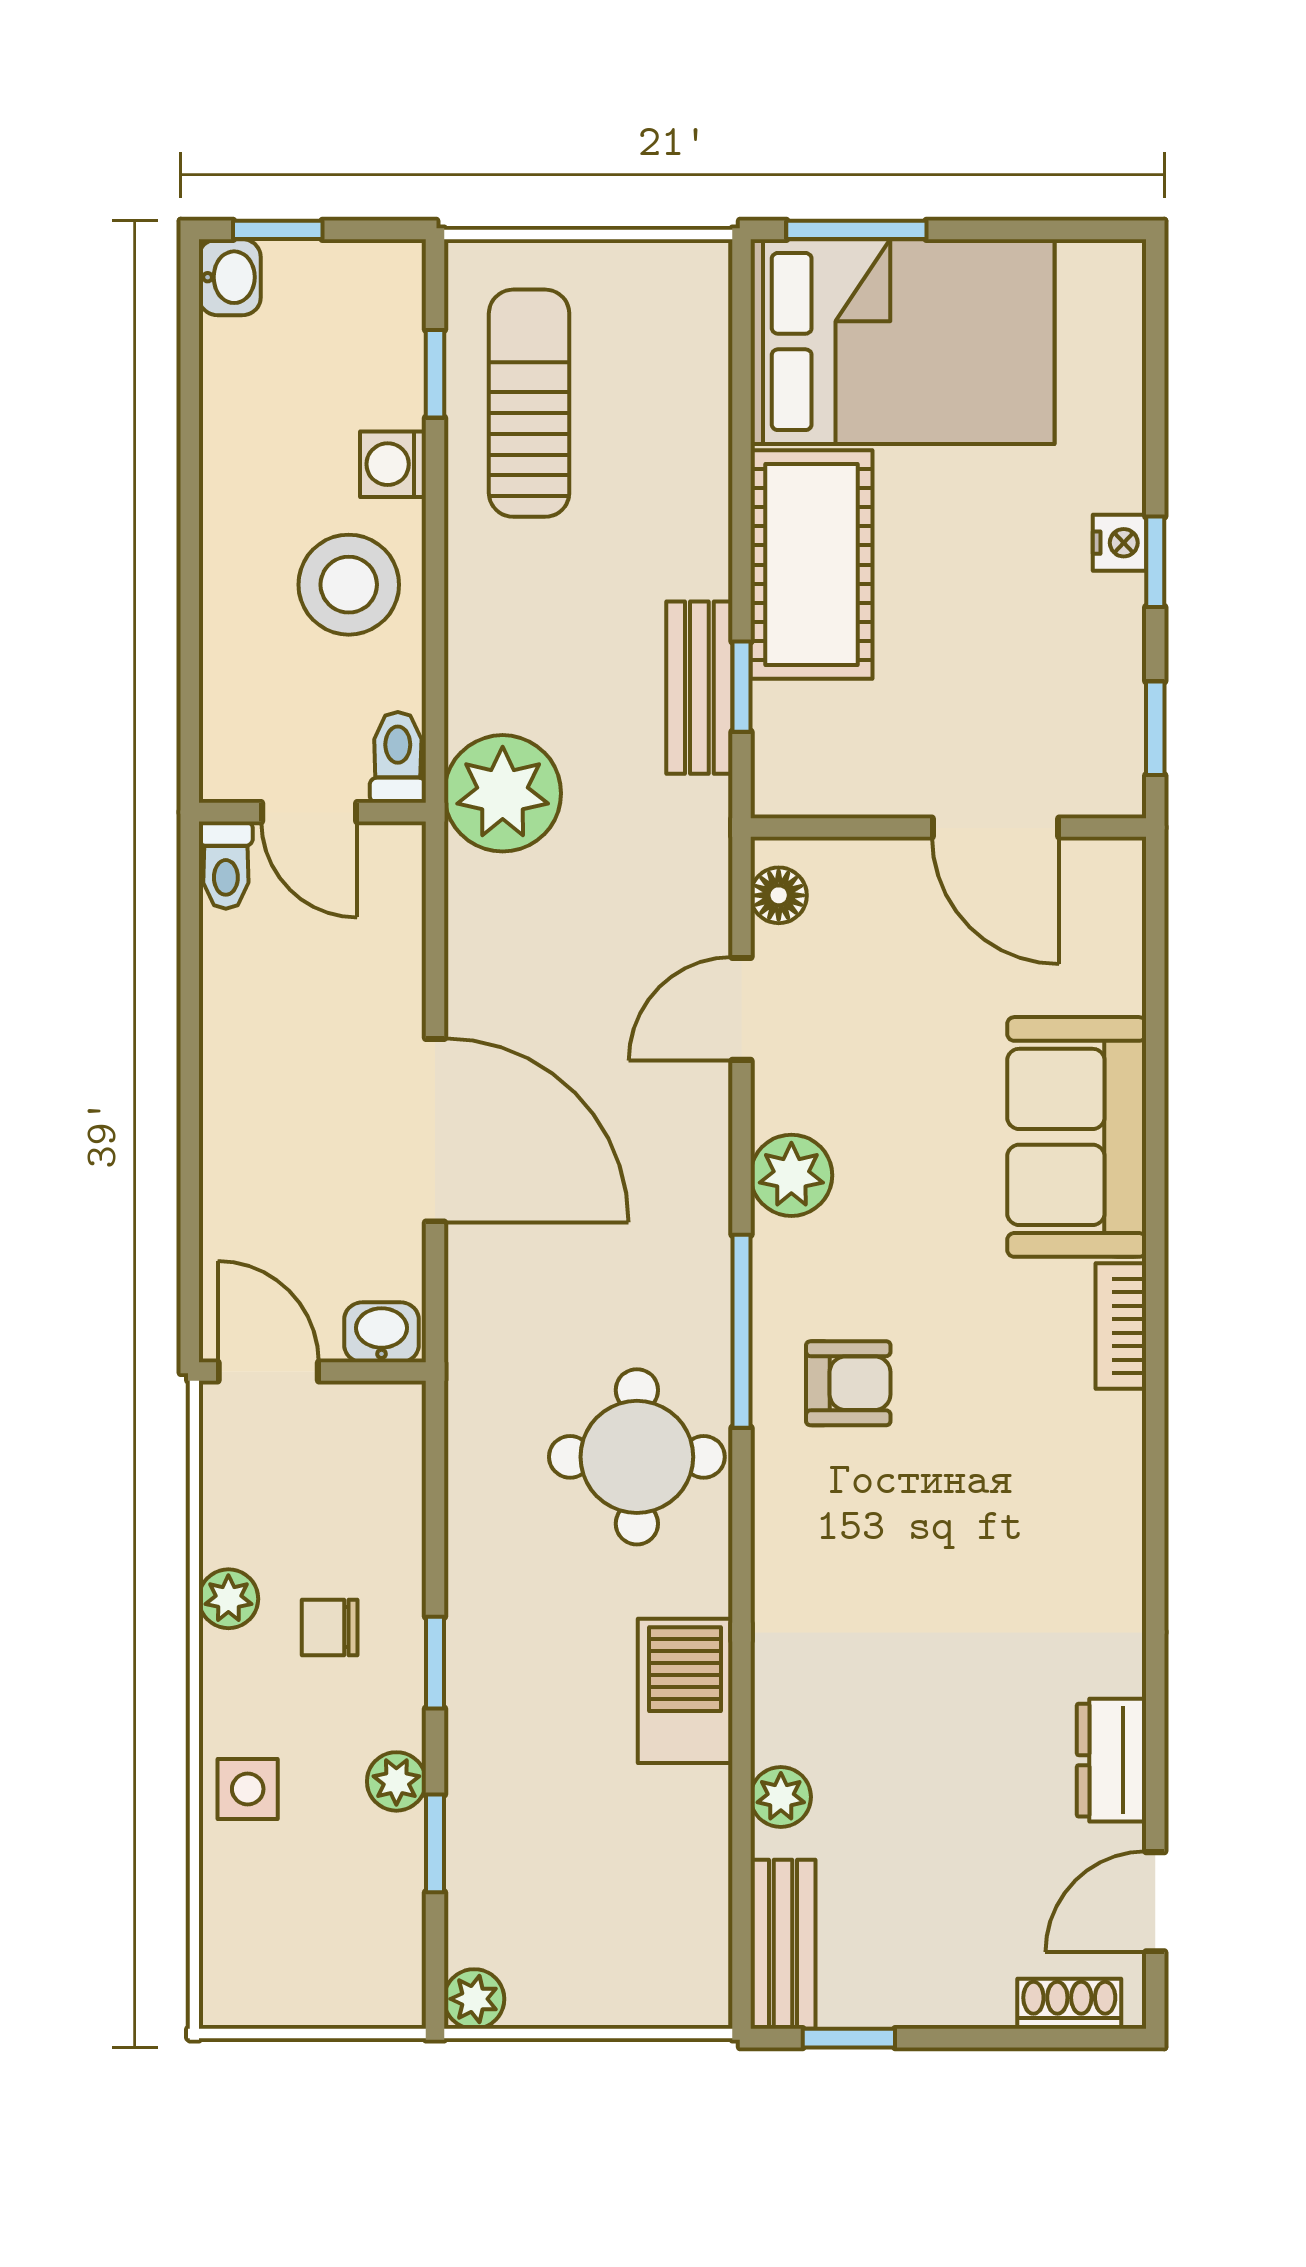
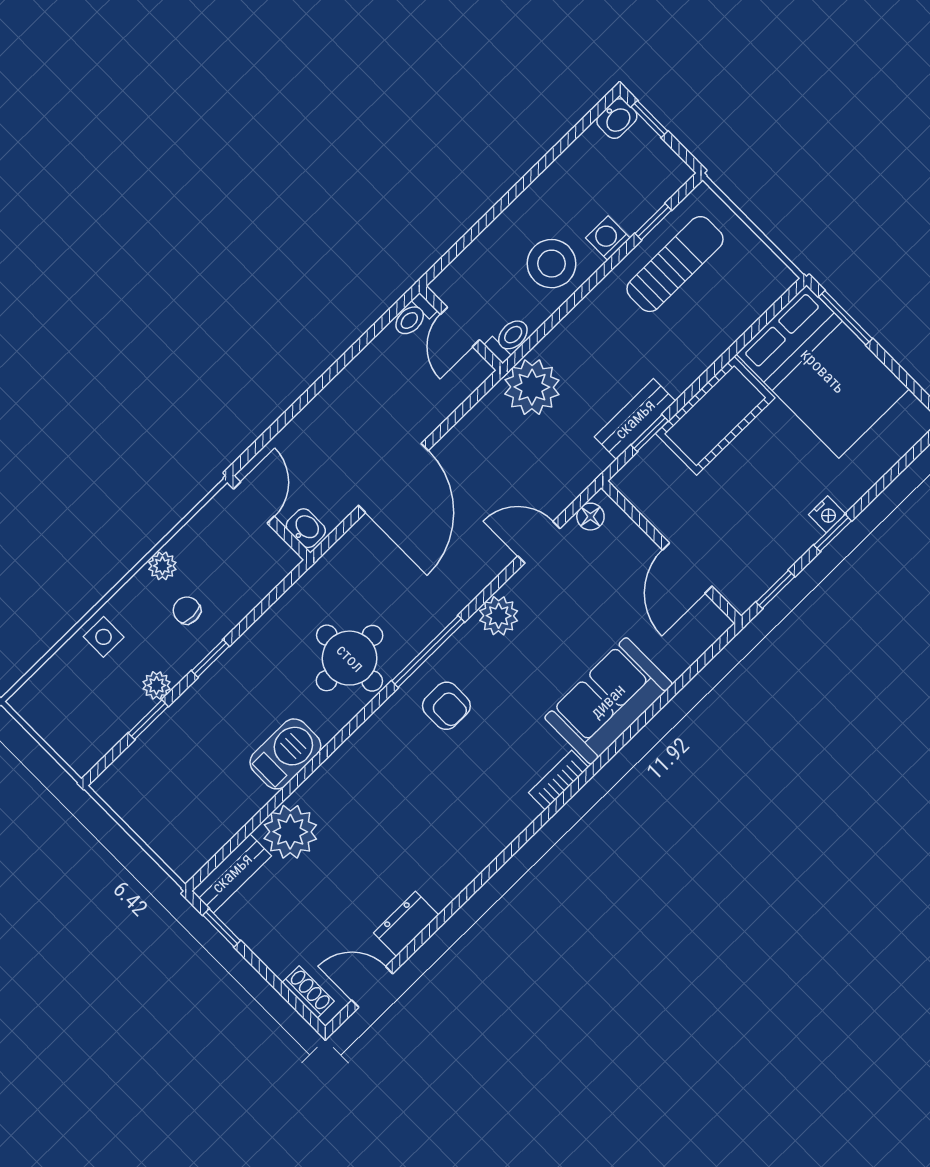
plant: (781, 1797) -> (290, 832), width x1.87, depth x1.87
plant: (474, 1999) -> (108, 786), removed

